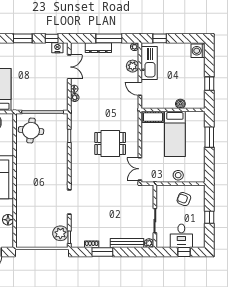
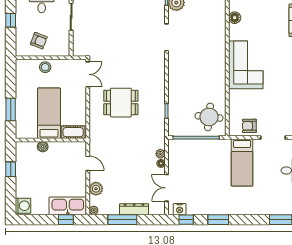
kitchen sink: (149, 63) -> (68, 206), moved, turned 90

